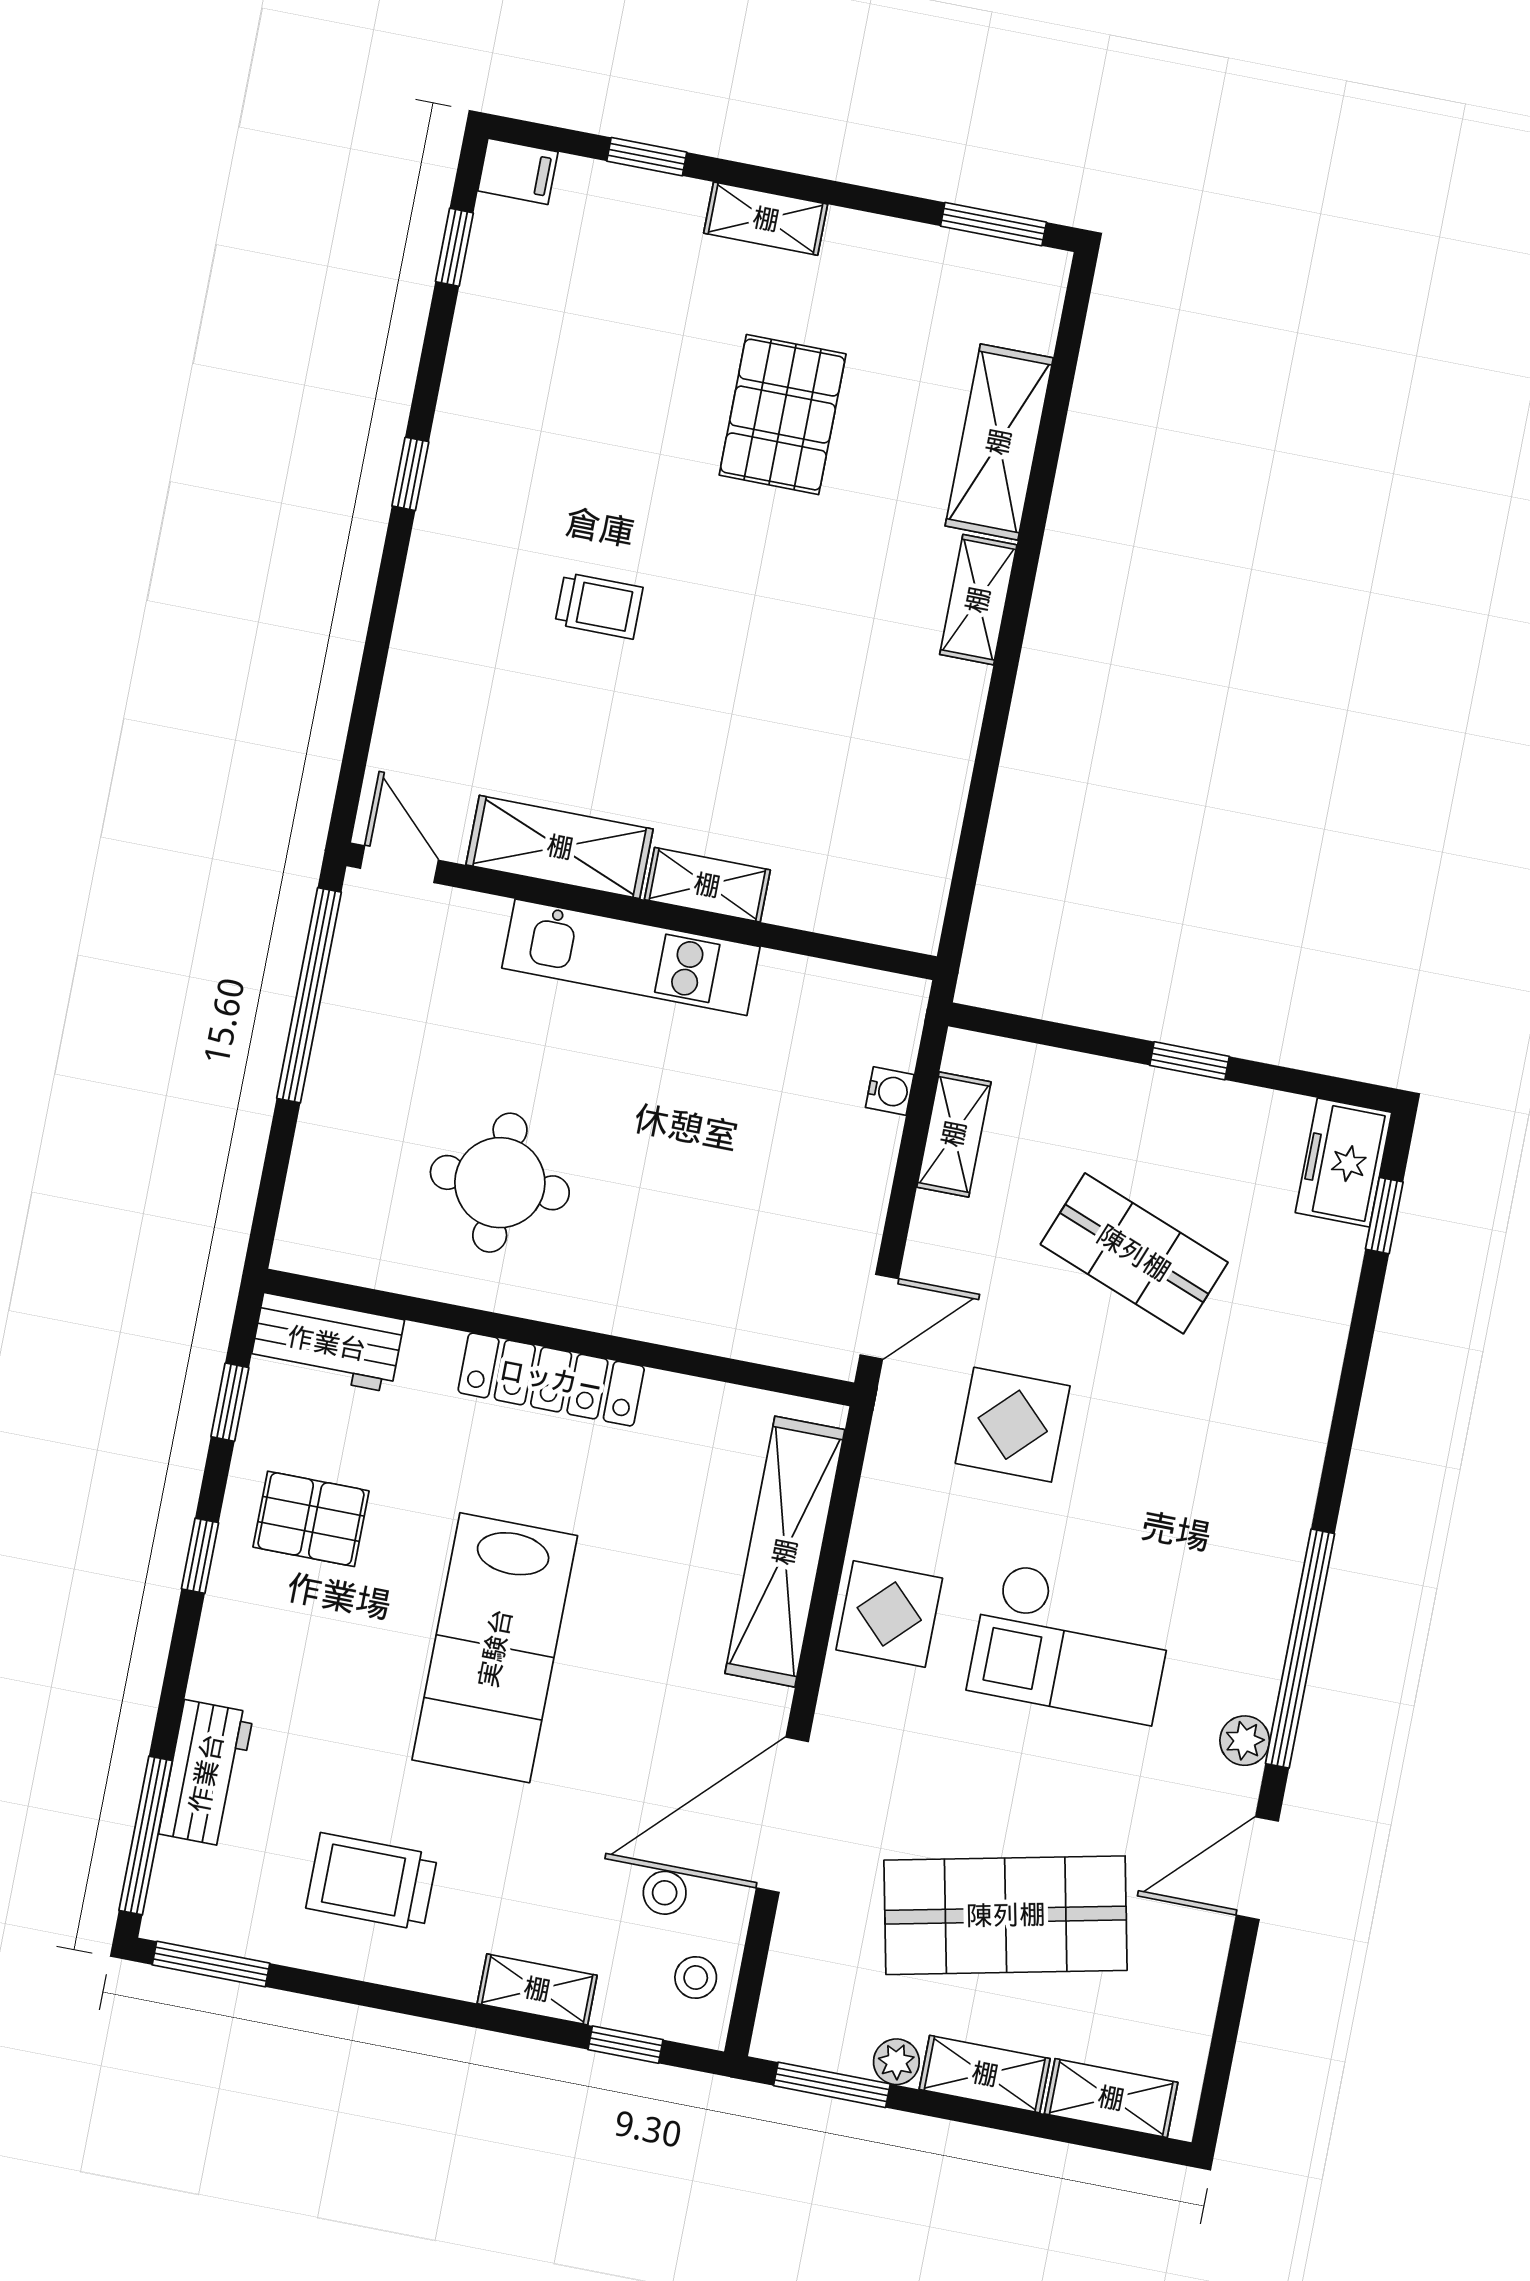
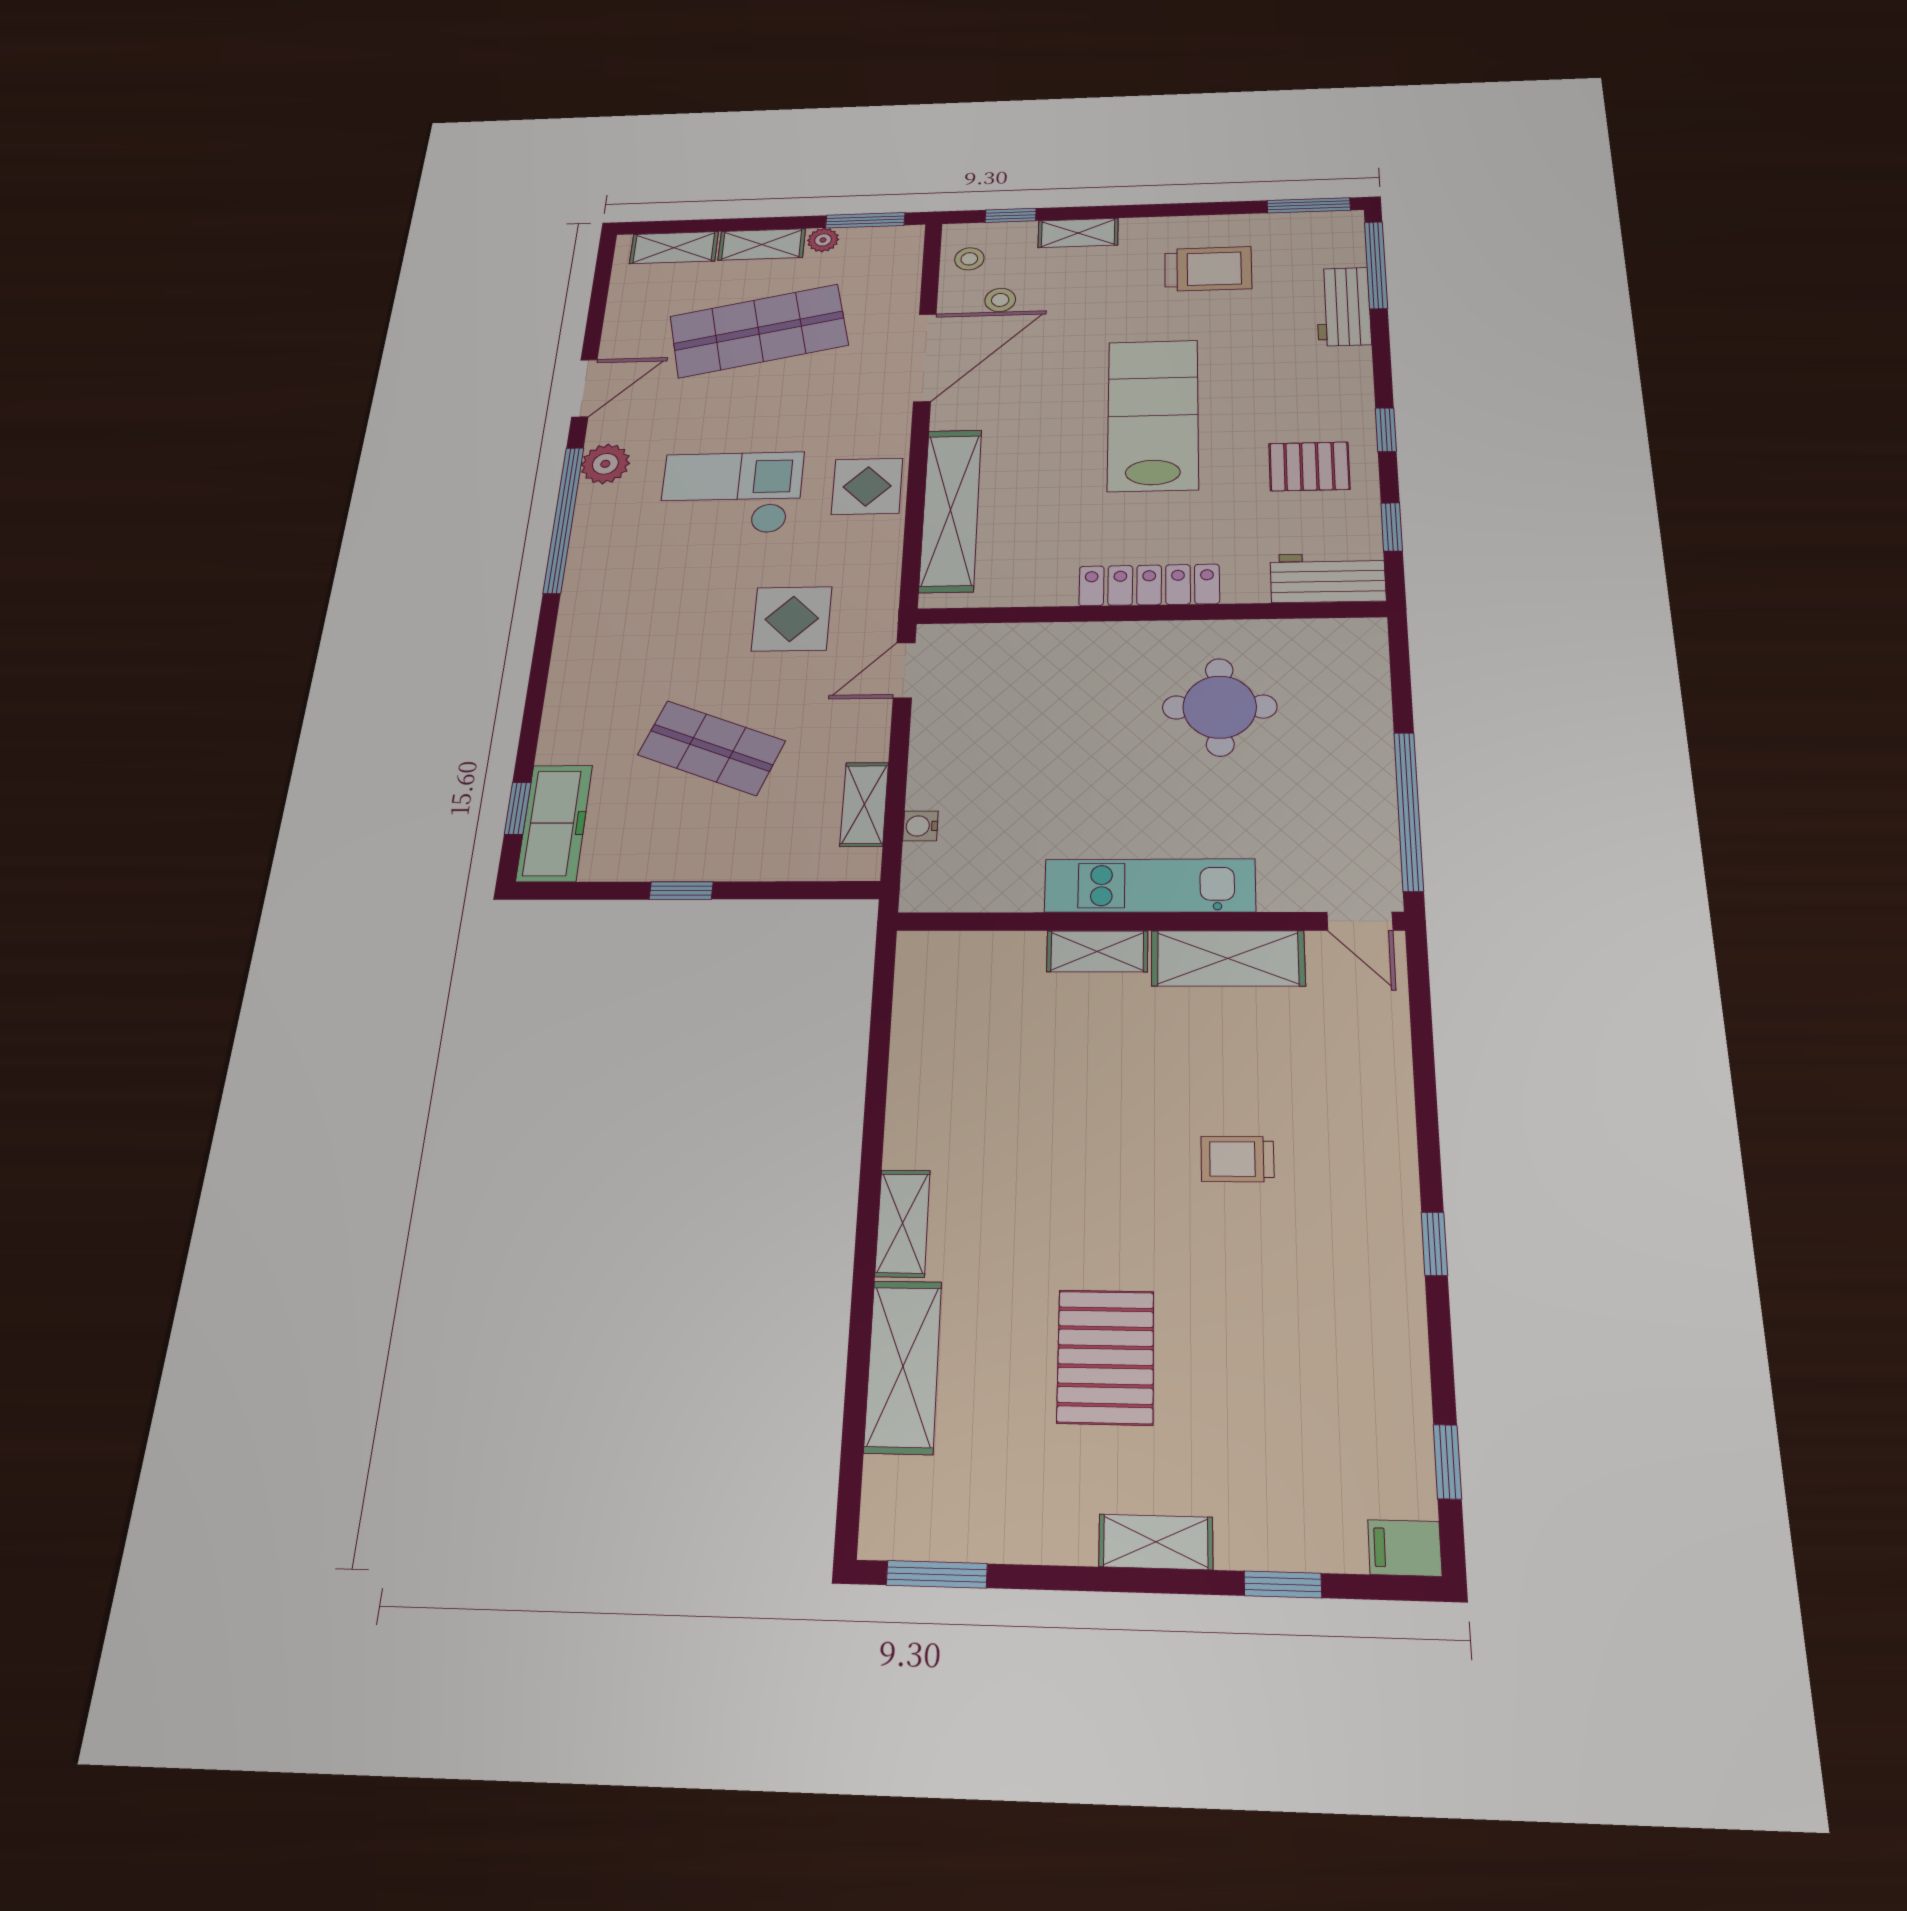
freezer: (1344, 1162) -> (554, 823), width x1.40
plant: (1245, 1741) -> (605, 464), width x1.38, depth x1.38

